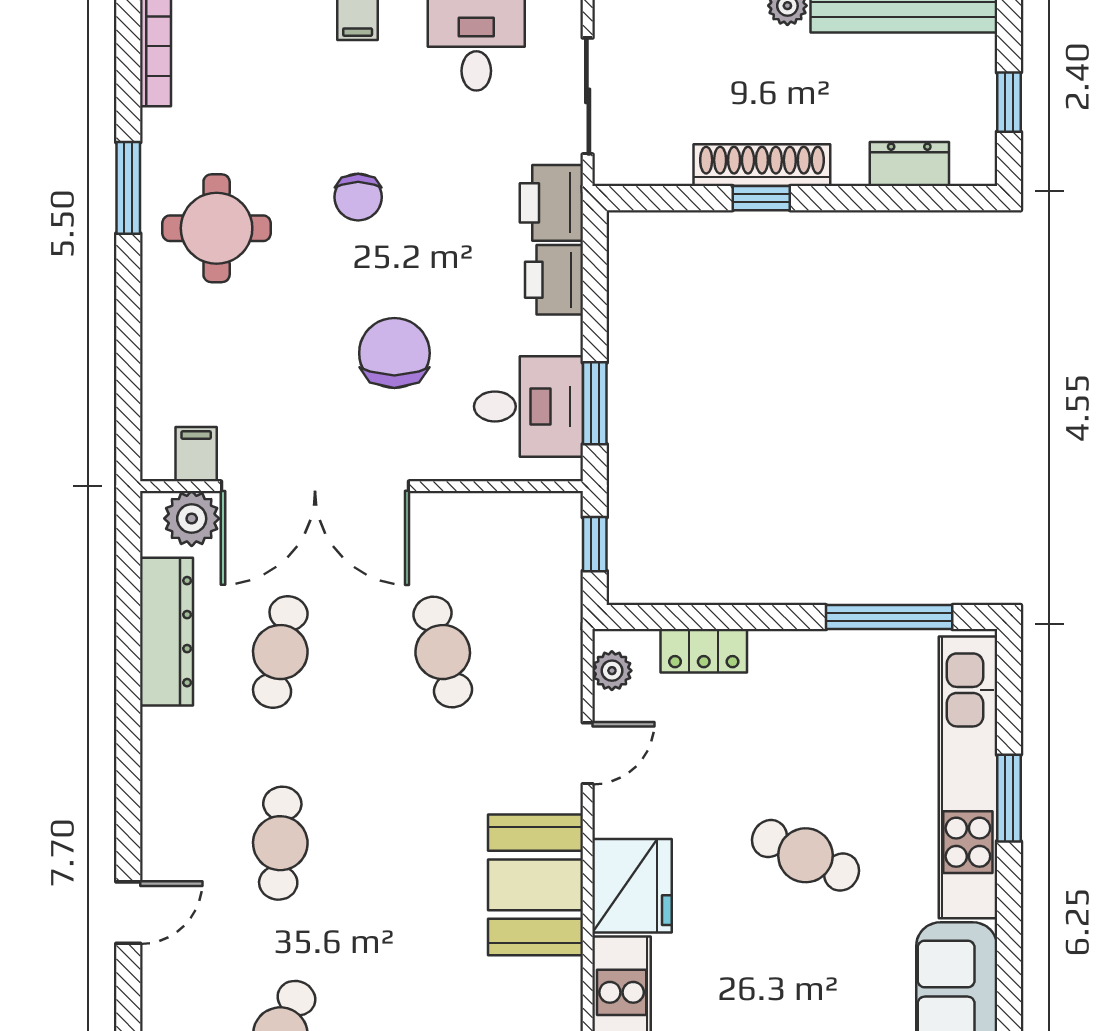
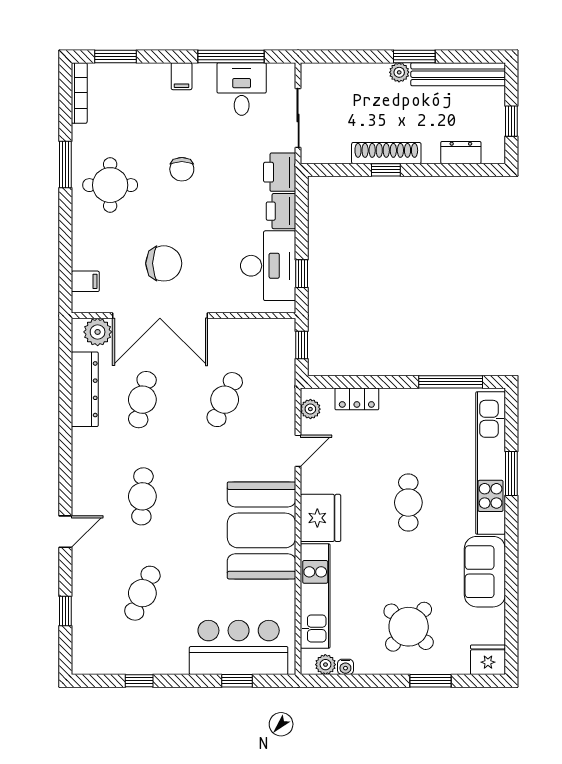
chair: (394, 353) -> (164, 263), moved, turned 90
window: (595, 403) -> (302, 274), width x0.67
desk: (529, 406) -> (268, 266), width x1.37
filing cabinet: (196, 454) -> (85, 281), moved, turned 90
cafe table: (443, 652) -> (225, 400), turned 39
cafe table: (805, 855) -> (408, 503), turned 65
booth: (536, 885) -> (262, 530), width x1.36, depth x1.42

